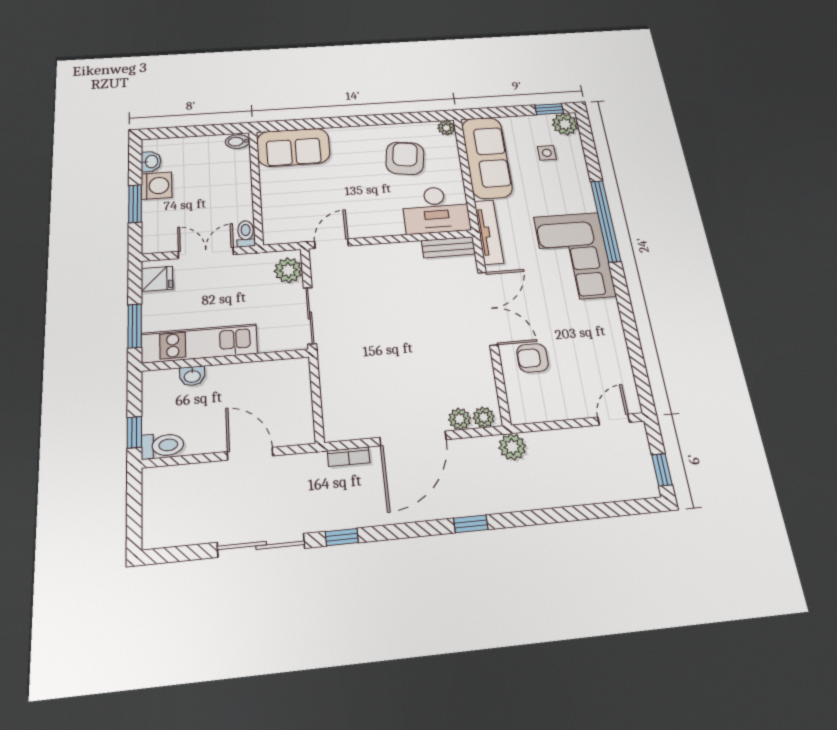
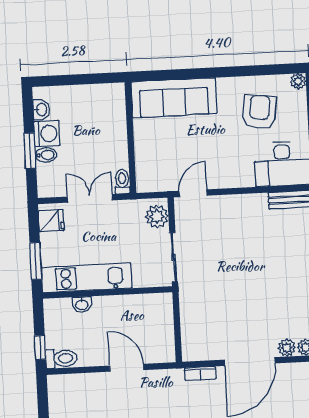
bidet: (238, 142) -> (46, 155), moved, turned 180
sofa: (293, 147) -> (174, 98), width x1.36

